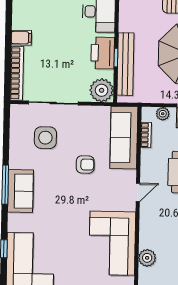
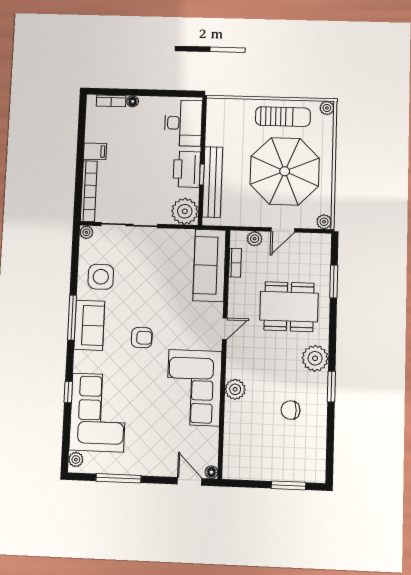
plant: (16, 110) -> (86, 232), added
side table: (45, 138) -> (101, 277), moved
armchair: (85, 165) -> (142, 338), moved
plant: (147, 258) -> (235, 389), moved

